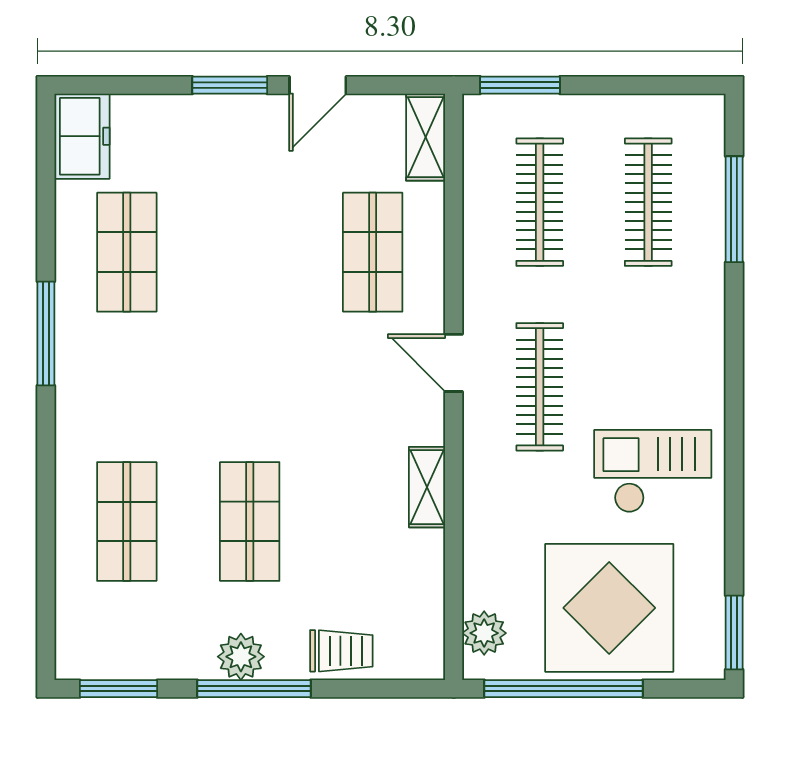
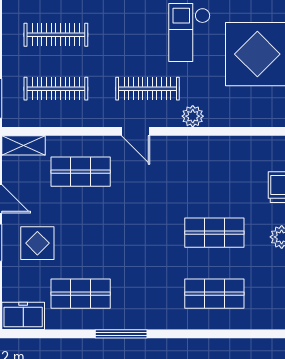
display table: (228, 165) -> (37, 243), added
door: (454, 363) -> (136, 131), hinge flipped
shelving: (427, 487) -> (197, 145), removed
plant: (484, 633) -> (193, 116), moved

